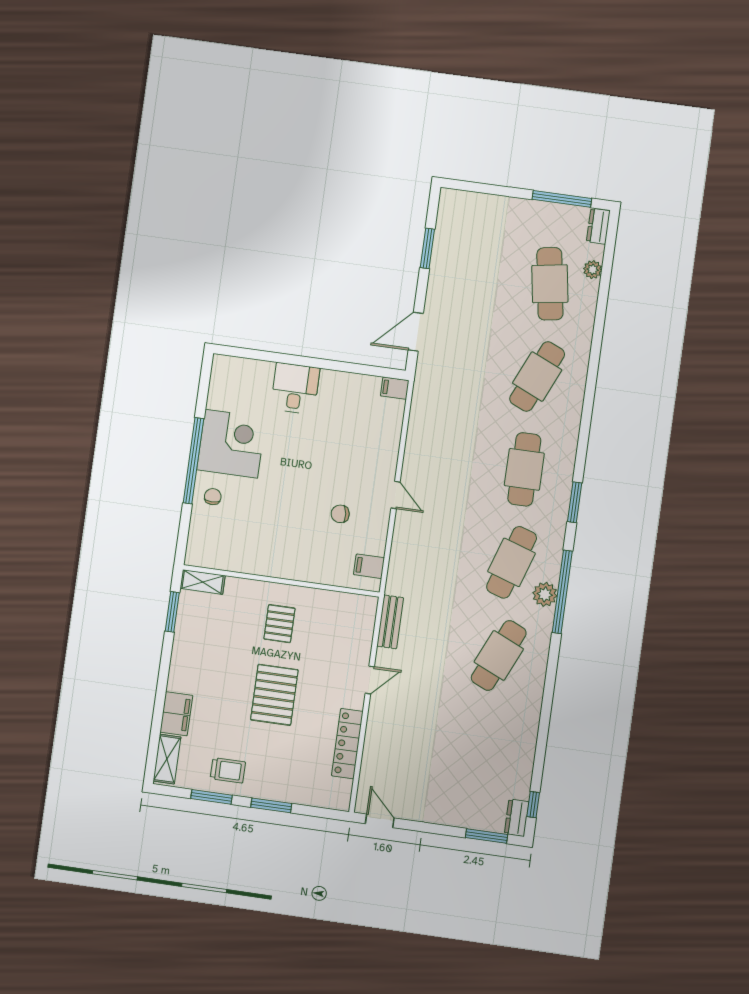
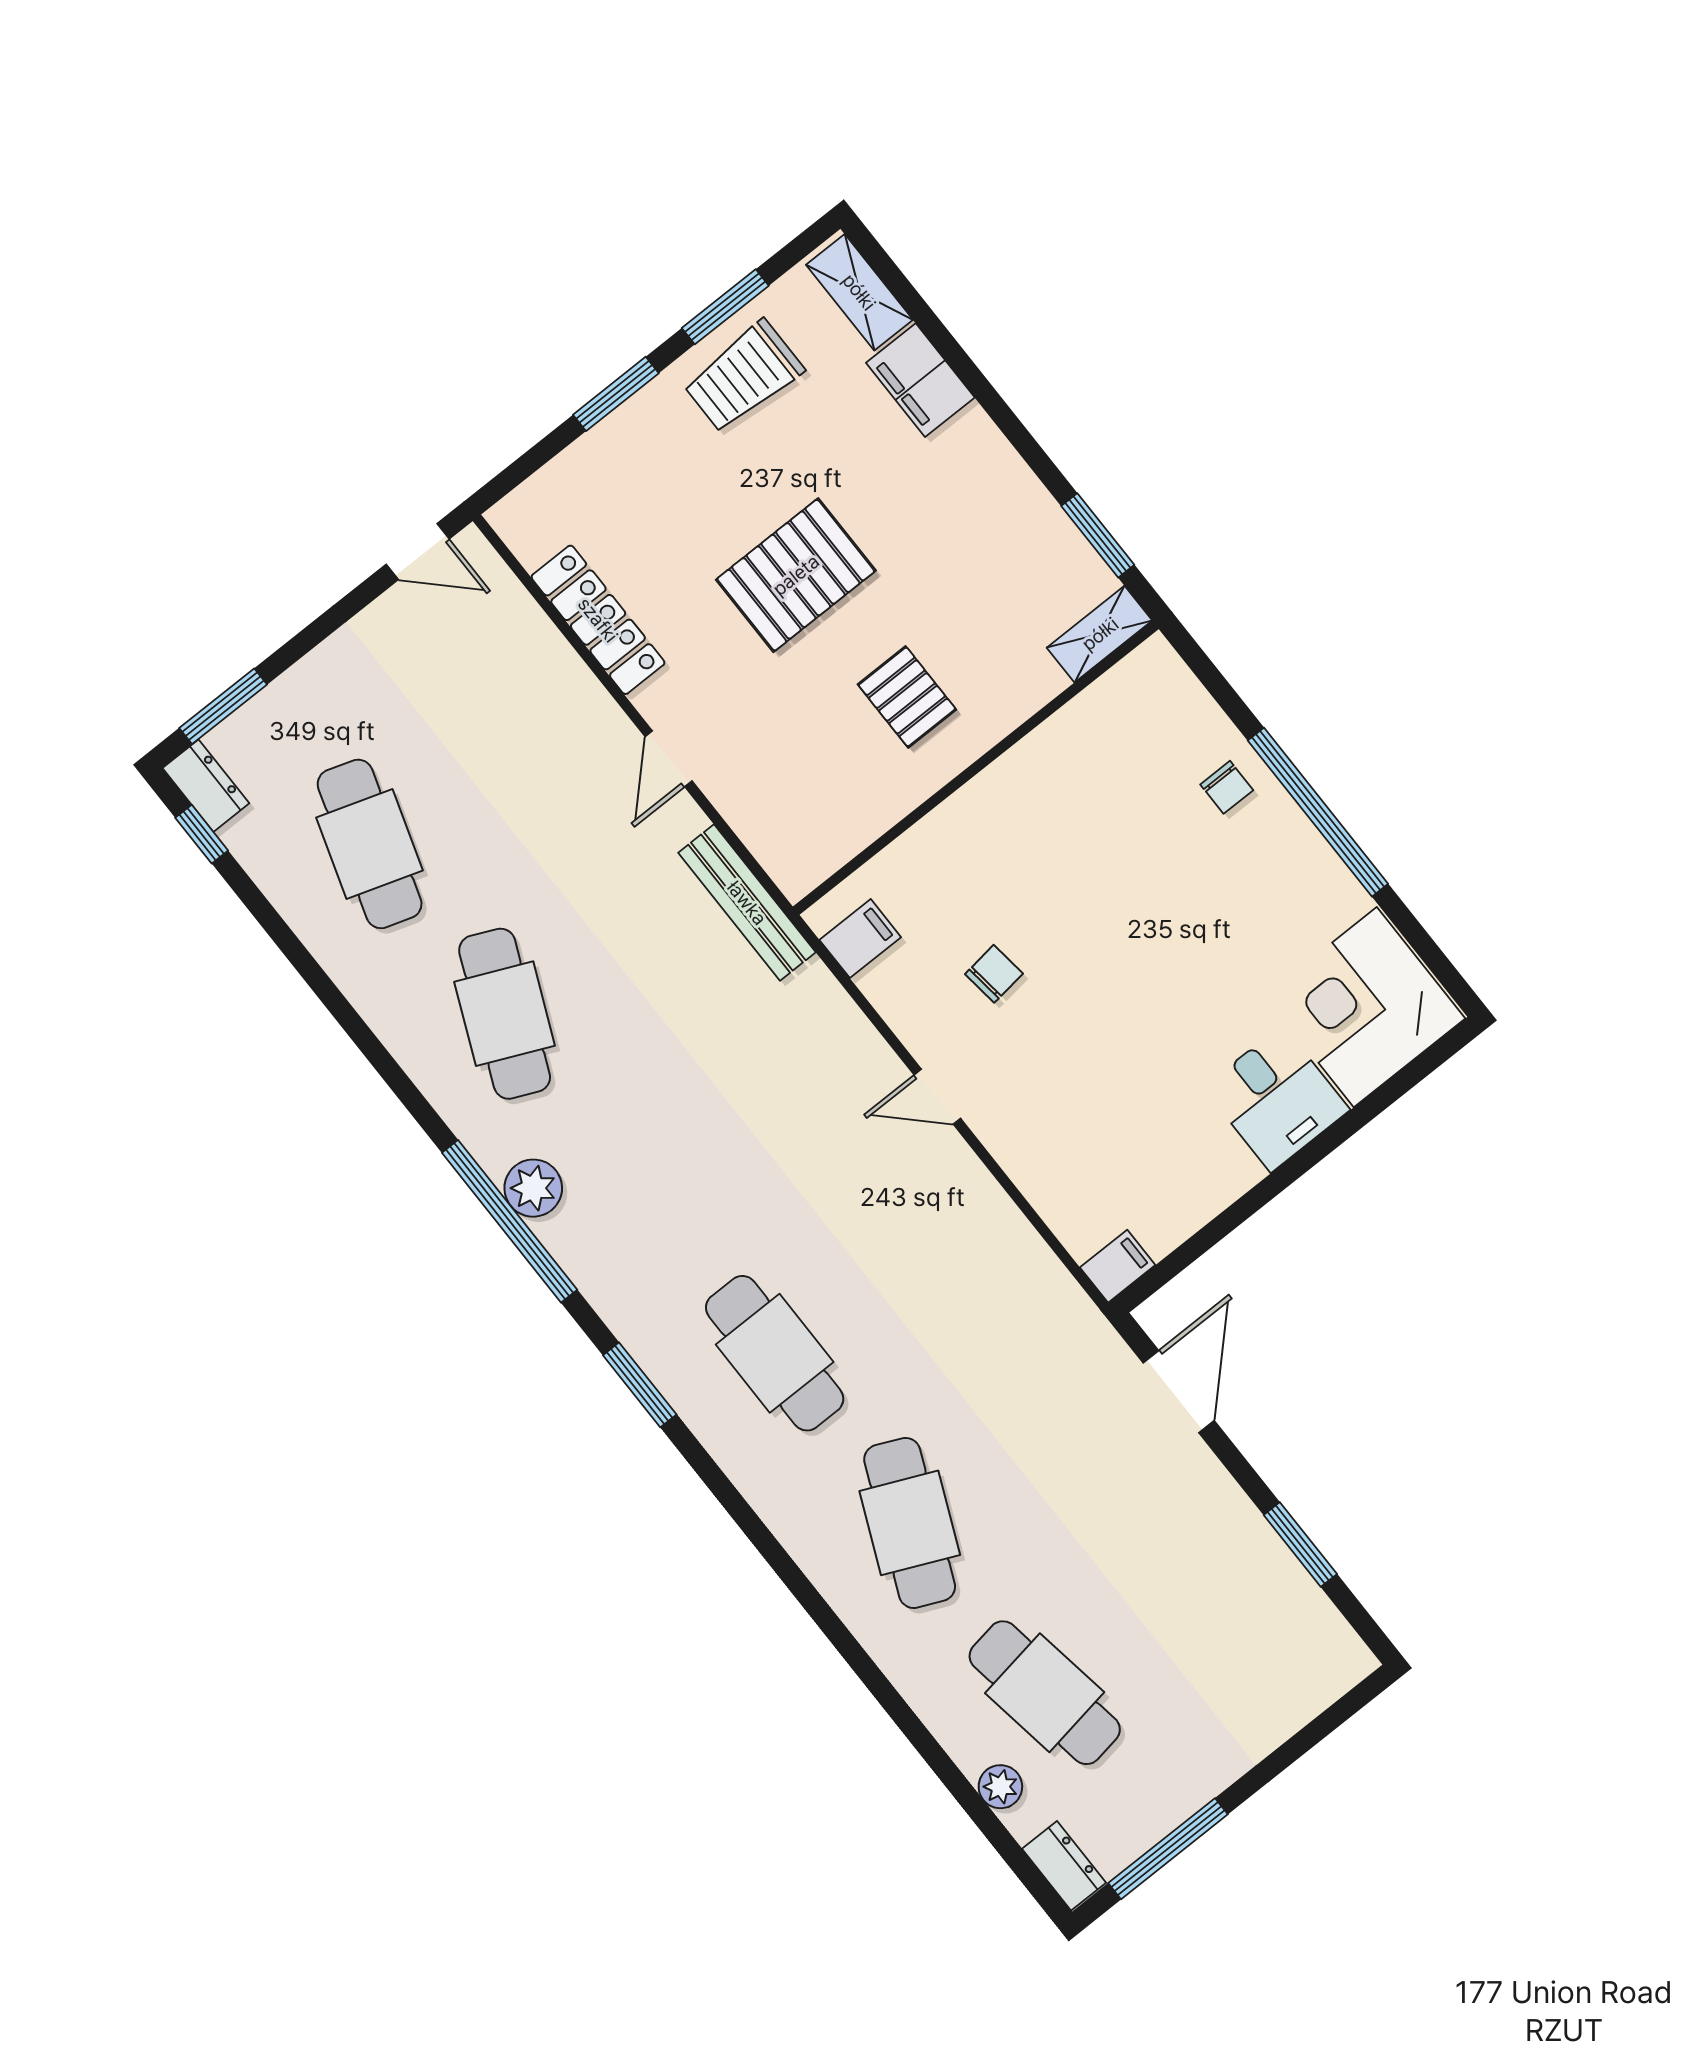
corner desk: (231, 444) -> (1365, 1007), moved, turned 90
cafe table: (512, 562) -> (370, 844), moved
bench: (390, 622) -> (747, 903), width x1.36
pallet: (274, 695) -> (796, 575), turned 90
trolley: (228, 770) -> (744, 377), width x1.36, depth x1.39

